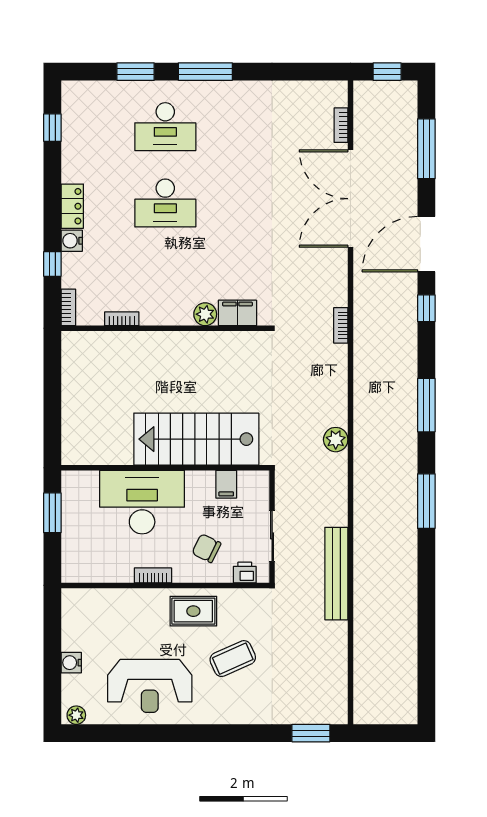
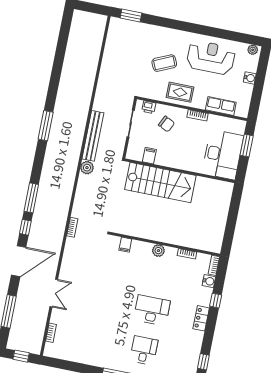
desk: (165, 127) -> (144, 350), width x0.73
double door: (350, 199) -> (54, 293), width x0.54
water cooler: (72, 241) -> (209, 281), moved
window: (52, 264) -> (216, 301), moved
filing cabinet: (237, 313) -> (125, 245), width x0.50
plant: (205, 314) -> (158, 251), moved
window: (426, 405) -> (31, 198), moved
desk: (142, 502) -> (223, 155), moved, turned -90
window: (52, 513) -> (247, 145), moved
bench: (336, 574) -> (93, 136), moved
row of seats: (114, 601) -> (221, 106), added

